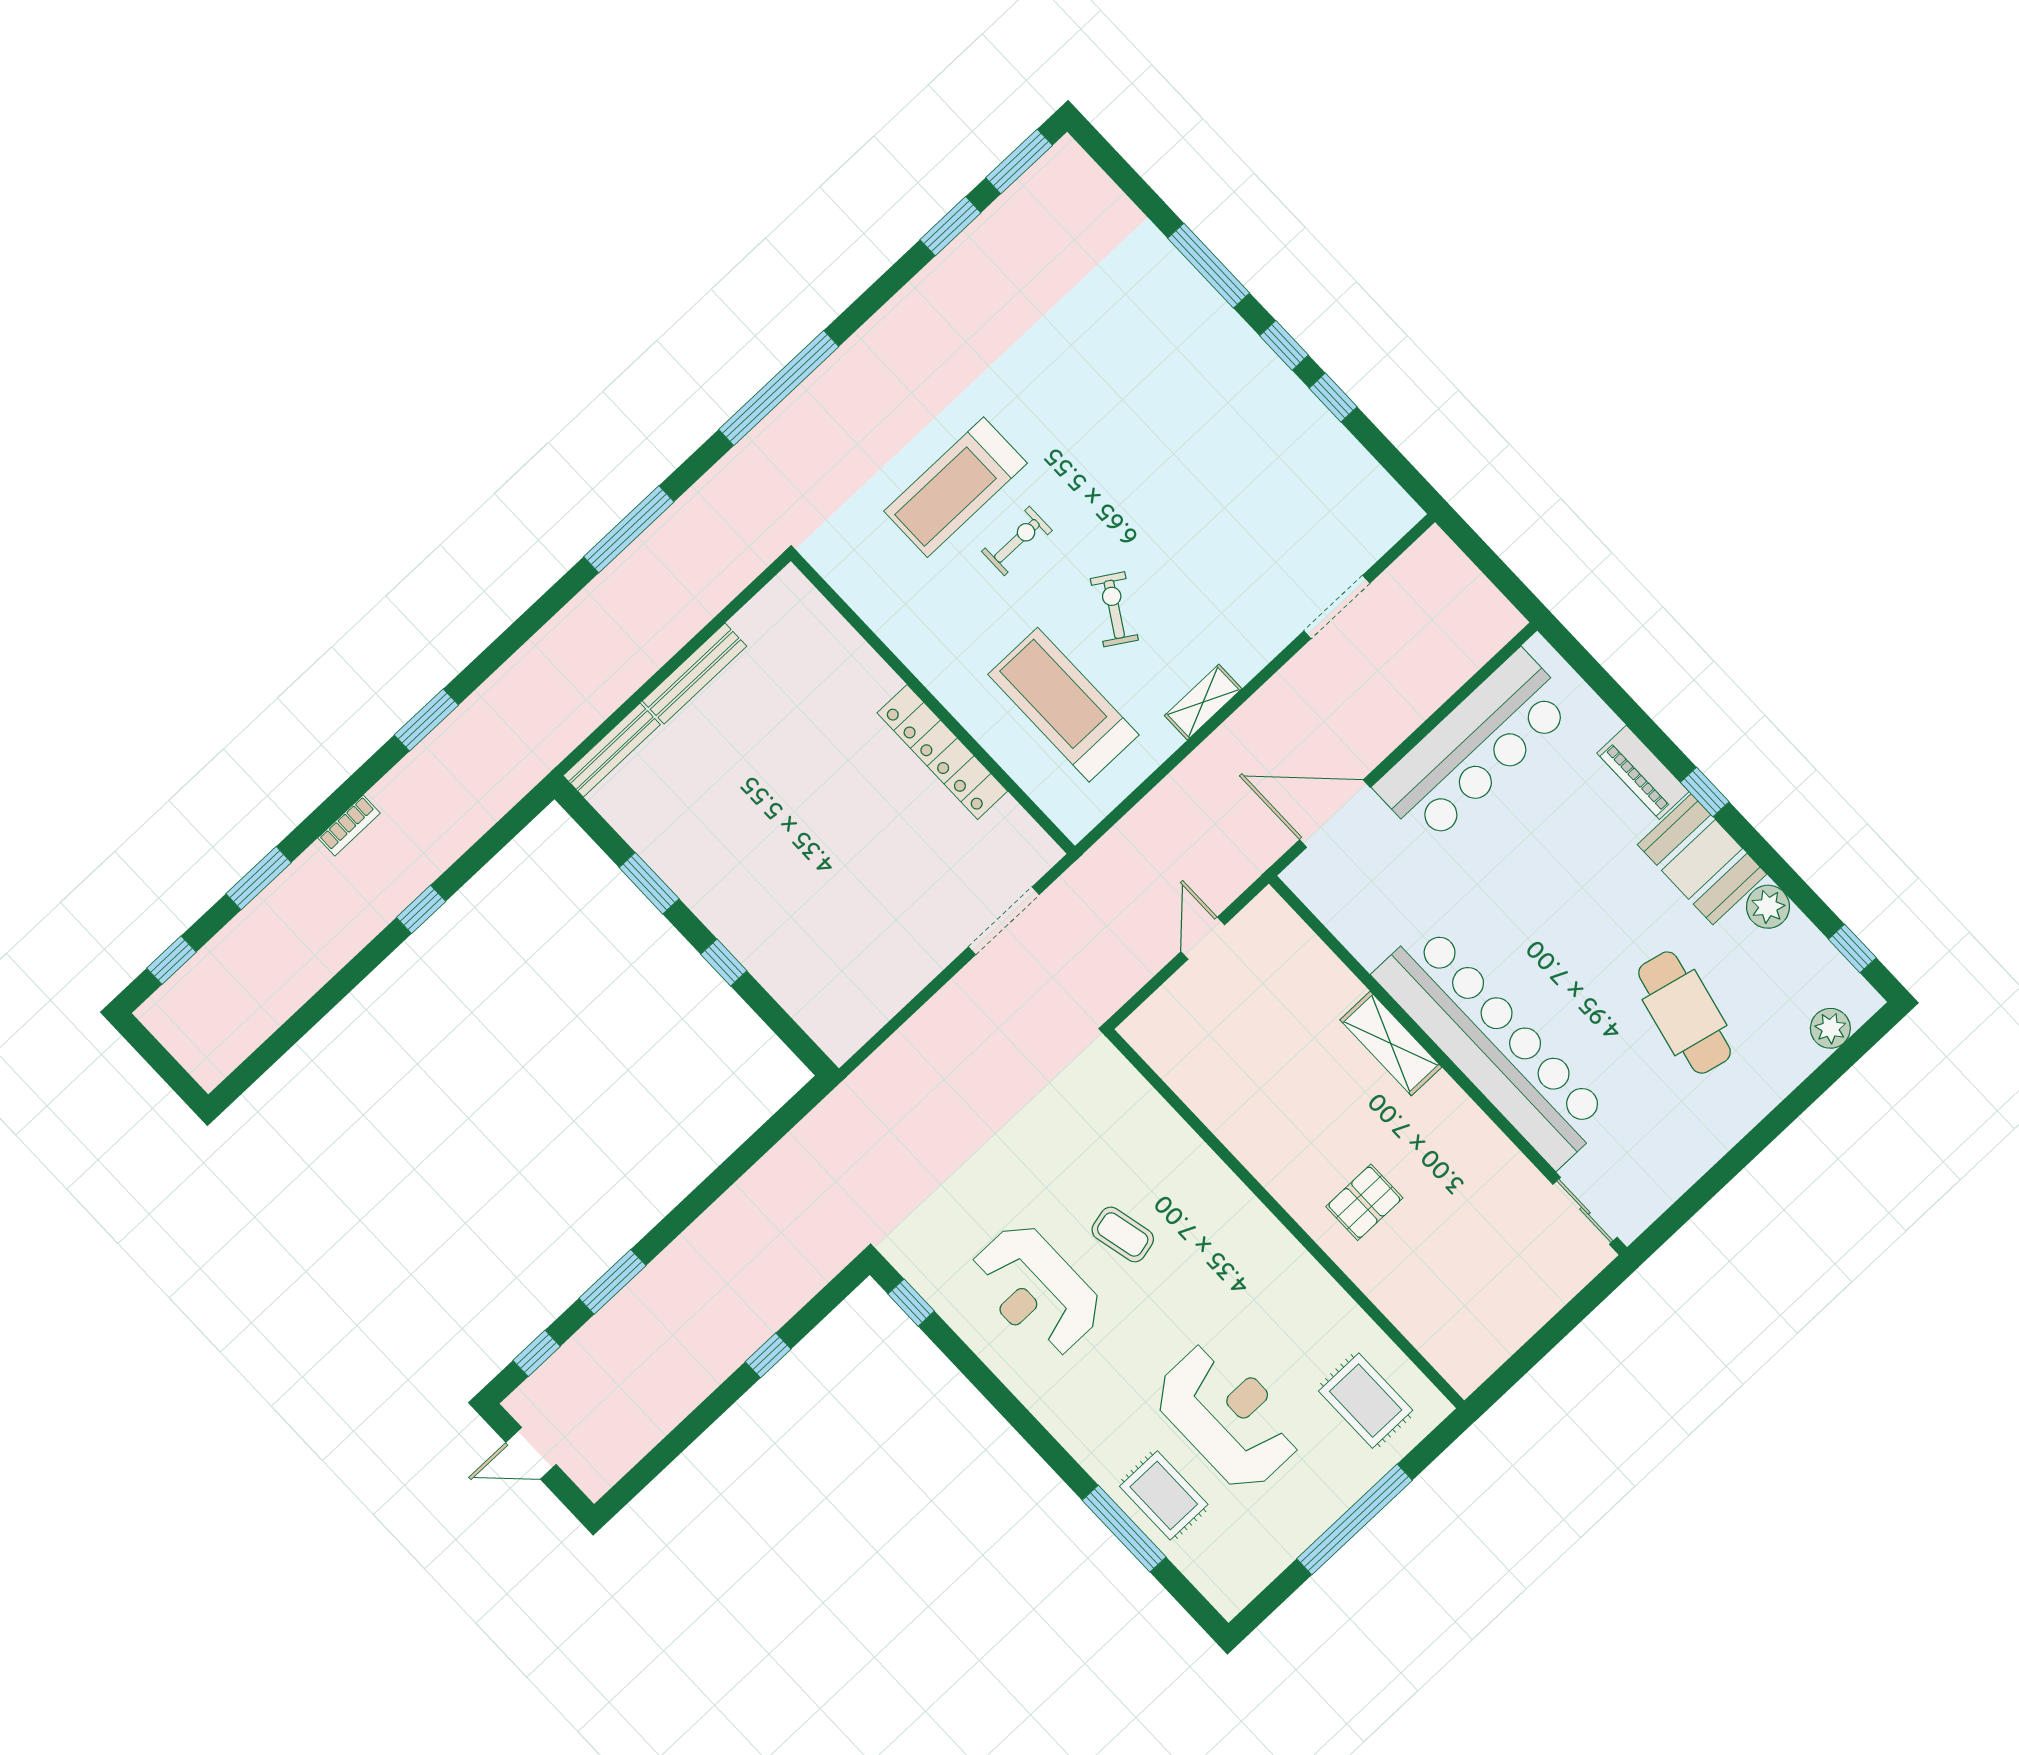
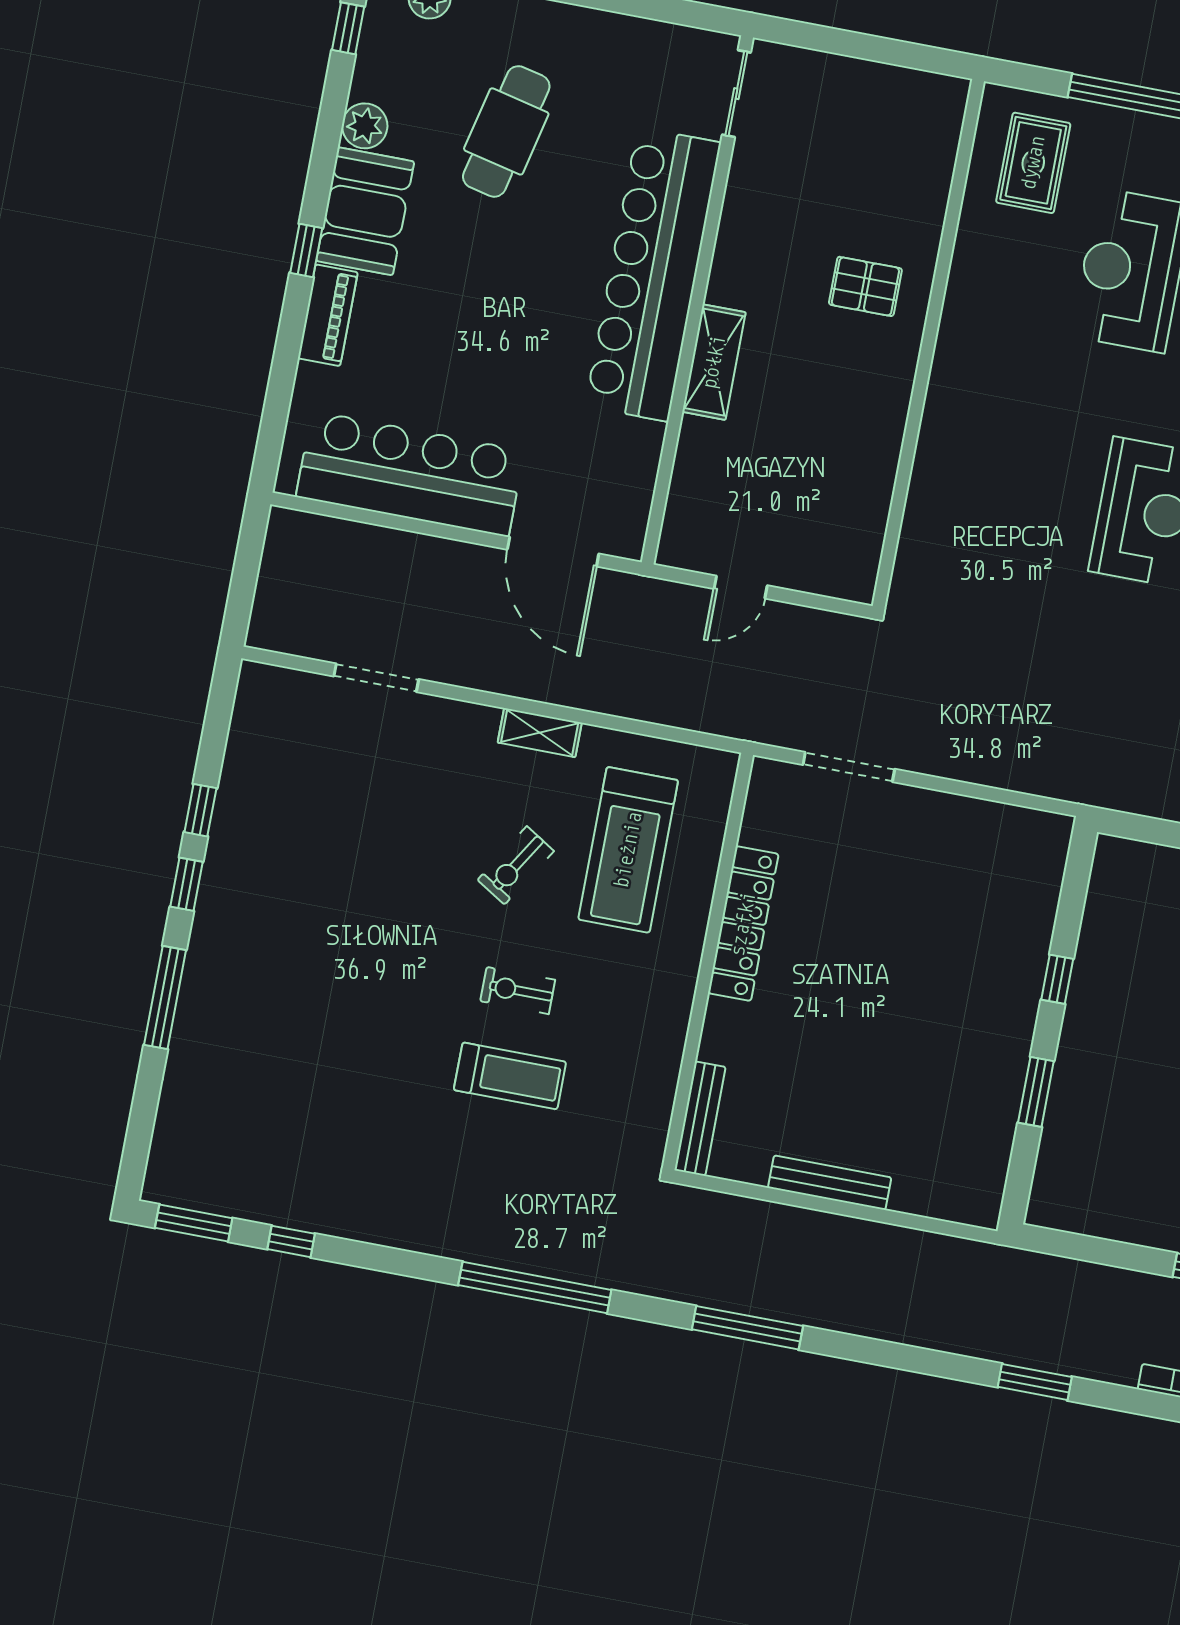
window: (950, 226) -> (291, 1241), width x0.67
treadmill: (955, 487) -> (510, 1076), width x0.73, depth x0.73
bench: (612, 750) -> (700, 1119), moved, turned 90
coffee table: (1123, 1234) -> (1042, 472), removed

